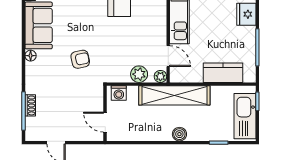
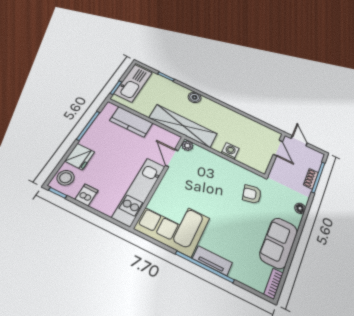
floor lamp: (31, 56) -> (300, 208), moved
plant: (139, 74) -> (205, 157), removed
wall: (105, 113) -> (275, 154), moved
door: (105, 122) -> (278, 148), moved

